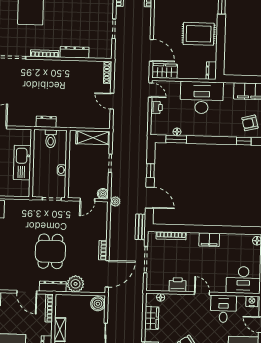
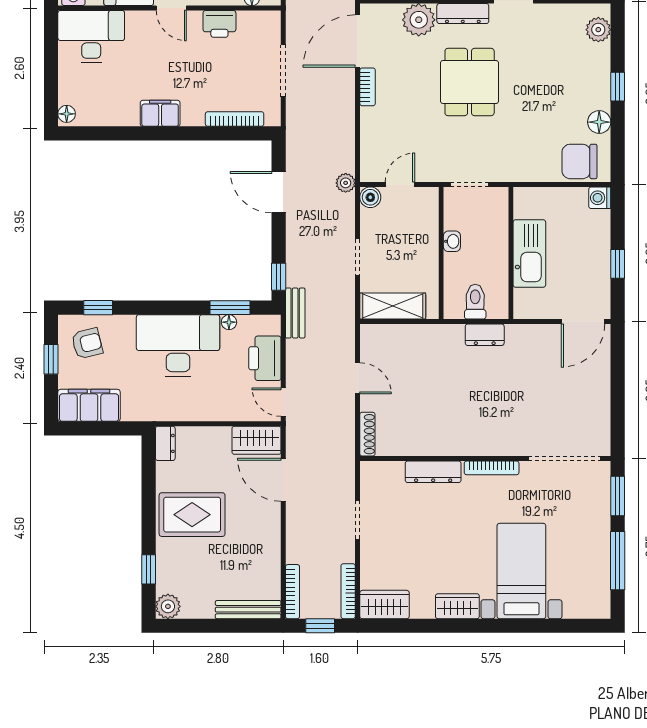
desk: (202, 98) -> (178, 346), moved, turned 180
printer: (157, 107) -> (265, 358), width x1.87, depth x1.48
window: (150, 171) -> (279, 277), moved
bench: (140, 227) -> (295, 313), moved

